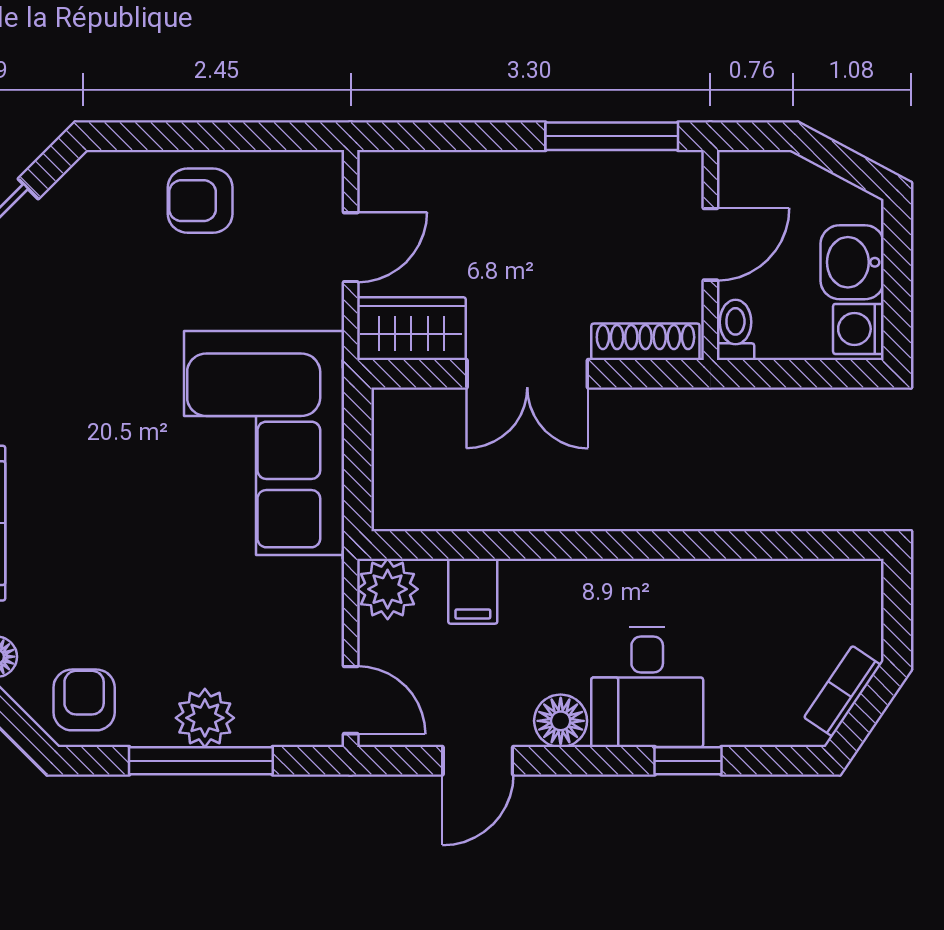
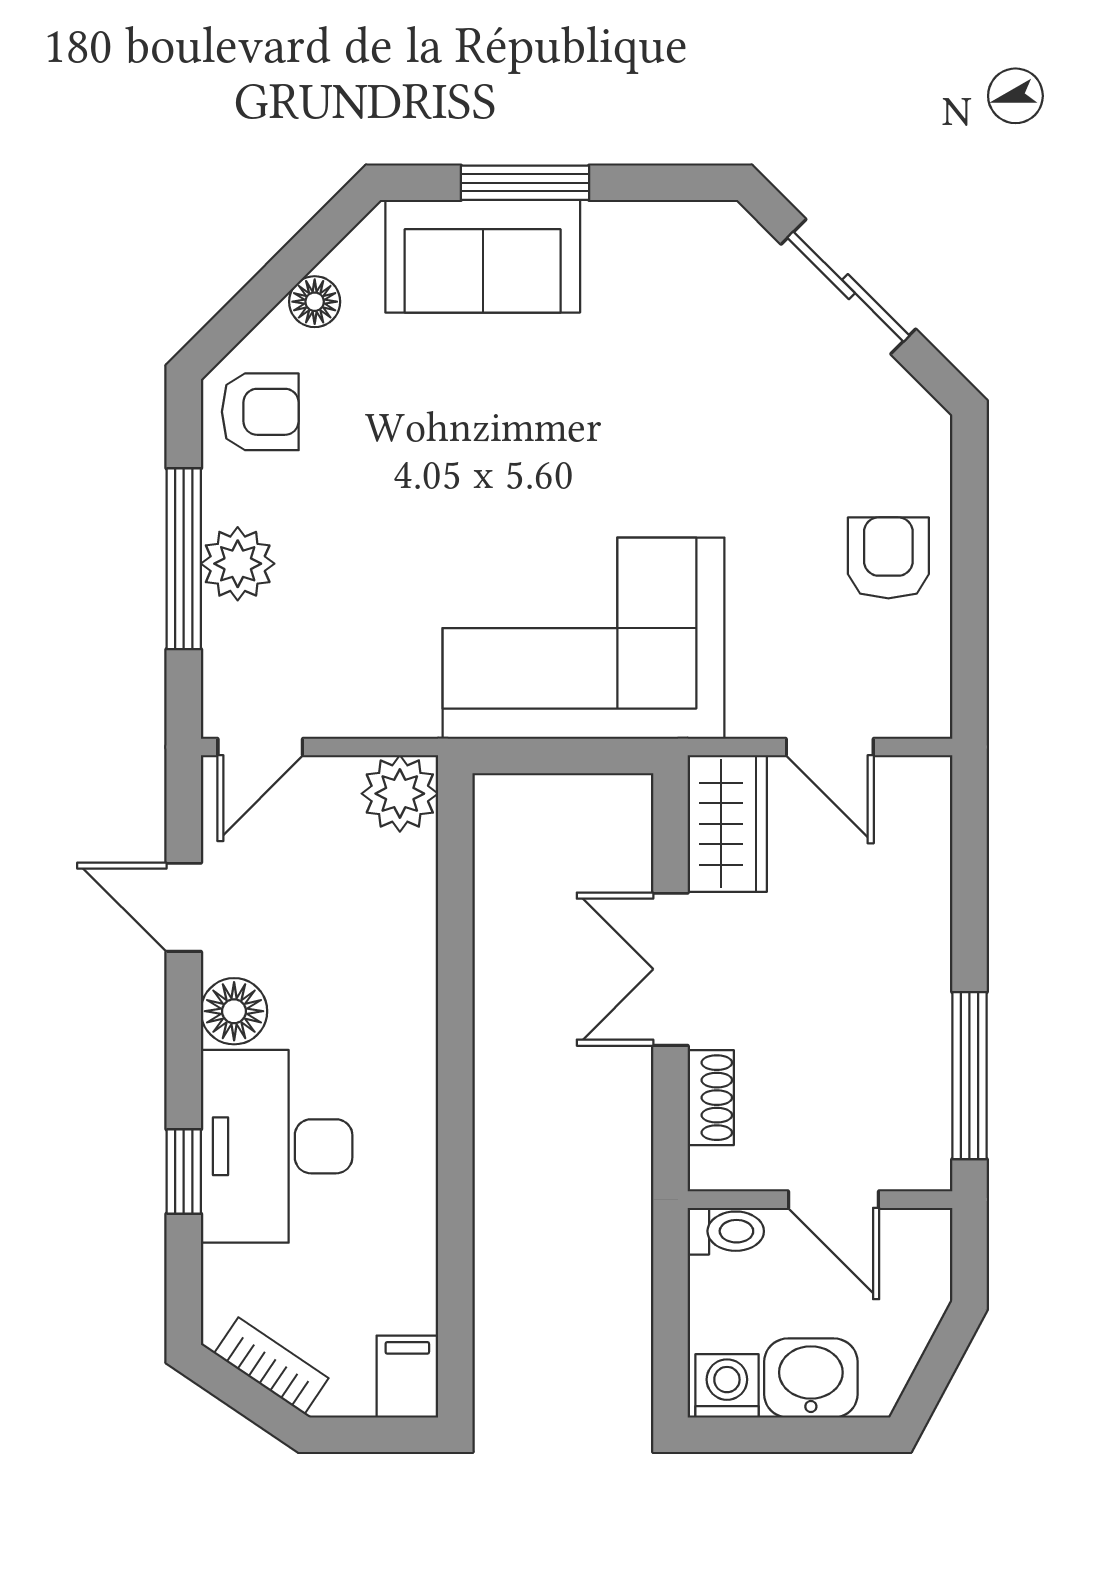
shoe rack: (645, 342) -> (711, 1098), width x0.70
filing cabinet: (473, 591) -> (407, 1377), moved, turned 90
desk: (647, 687) -> (277, 1146), width x1.37

